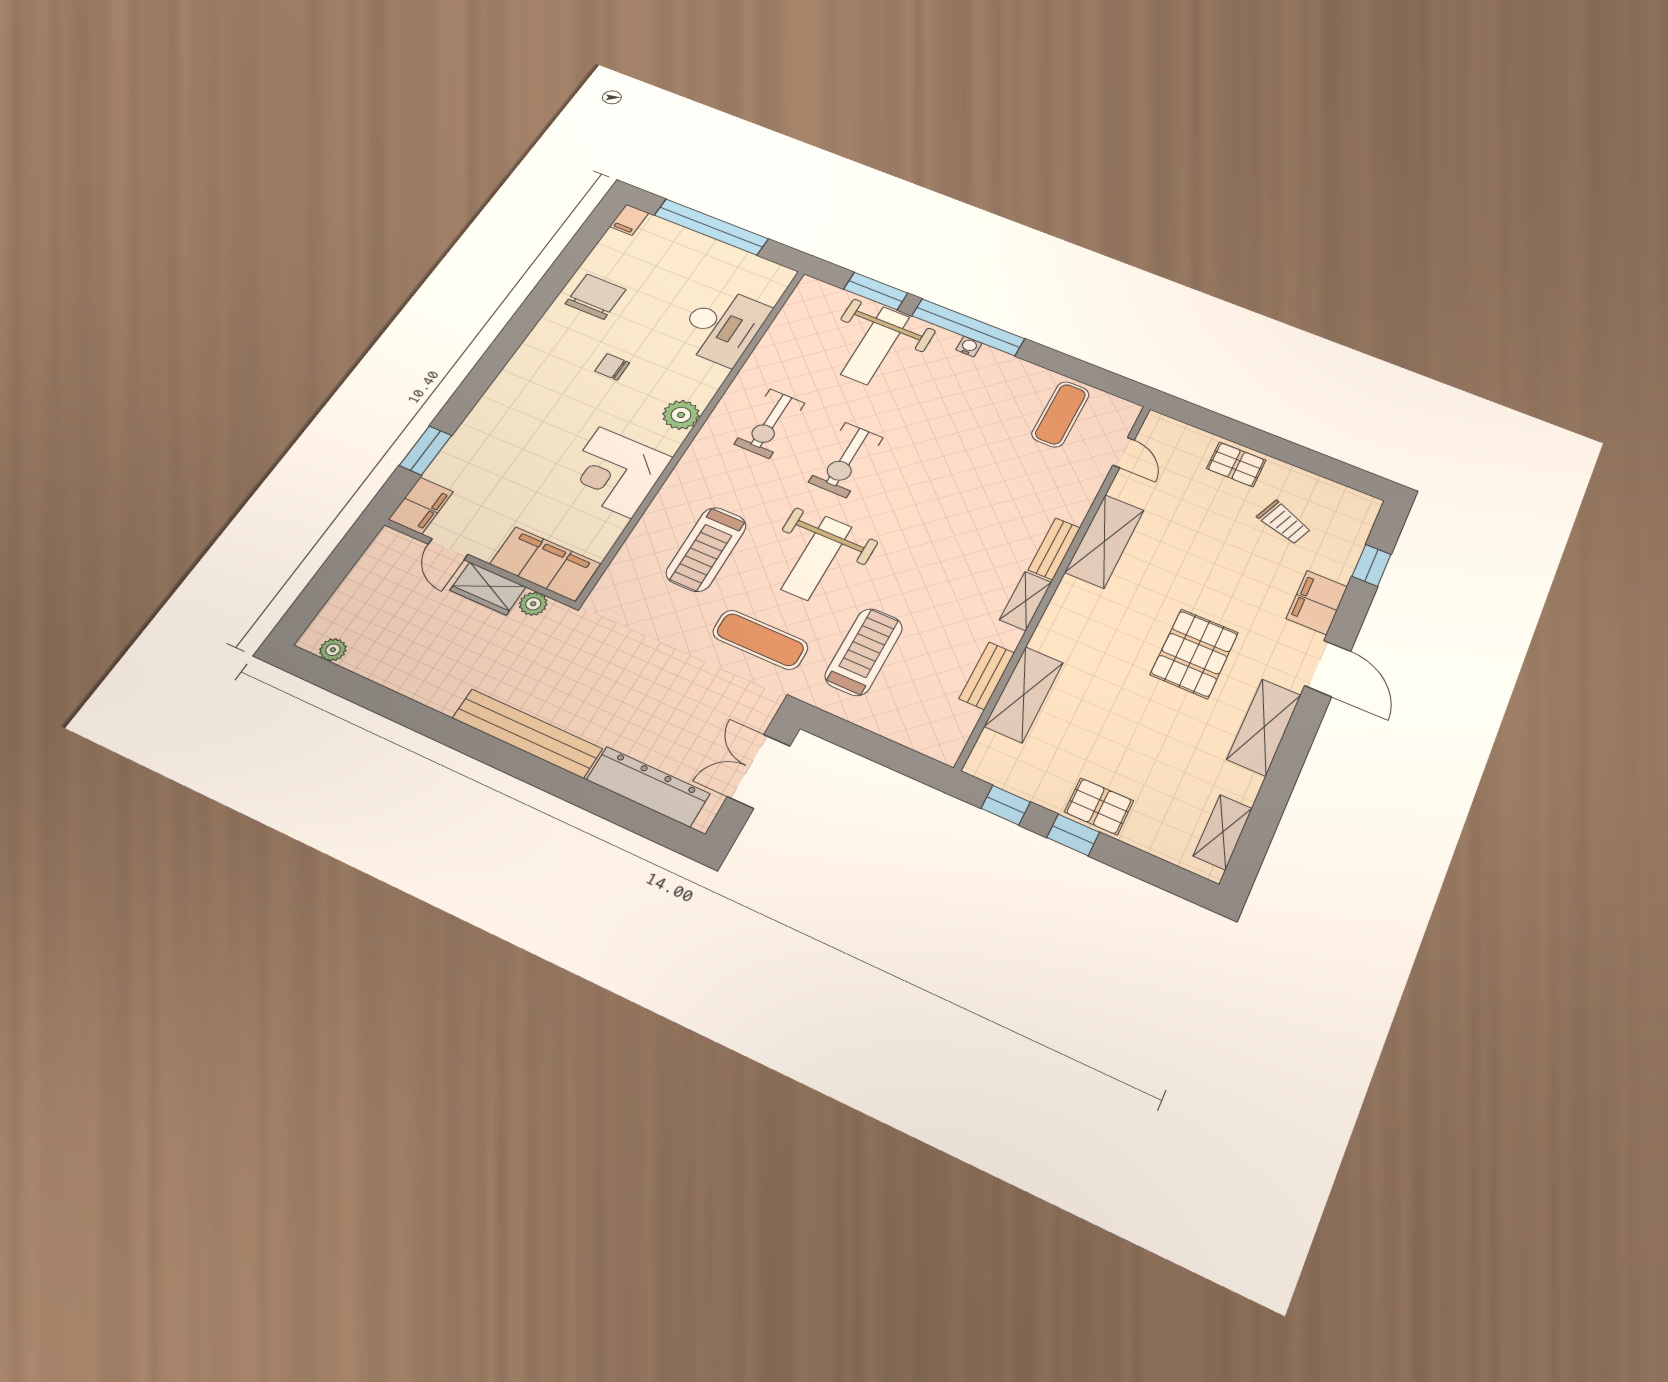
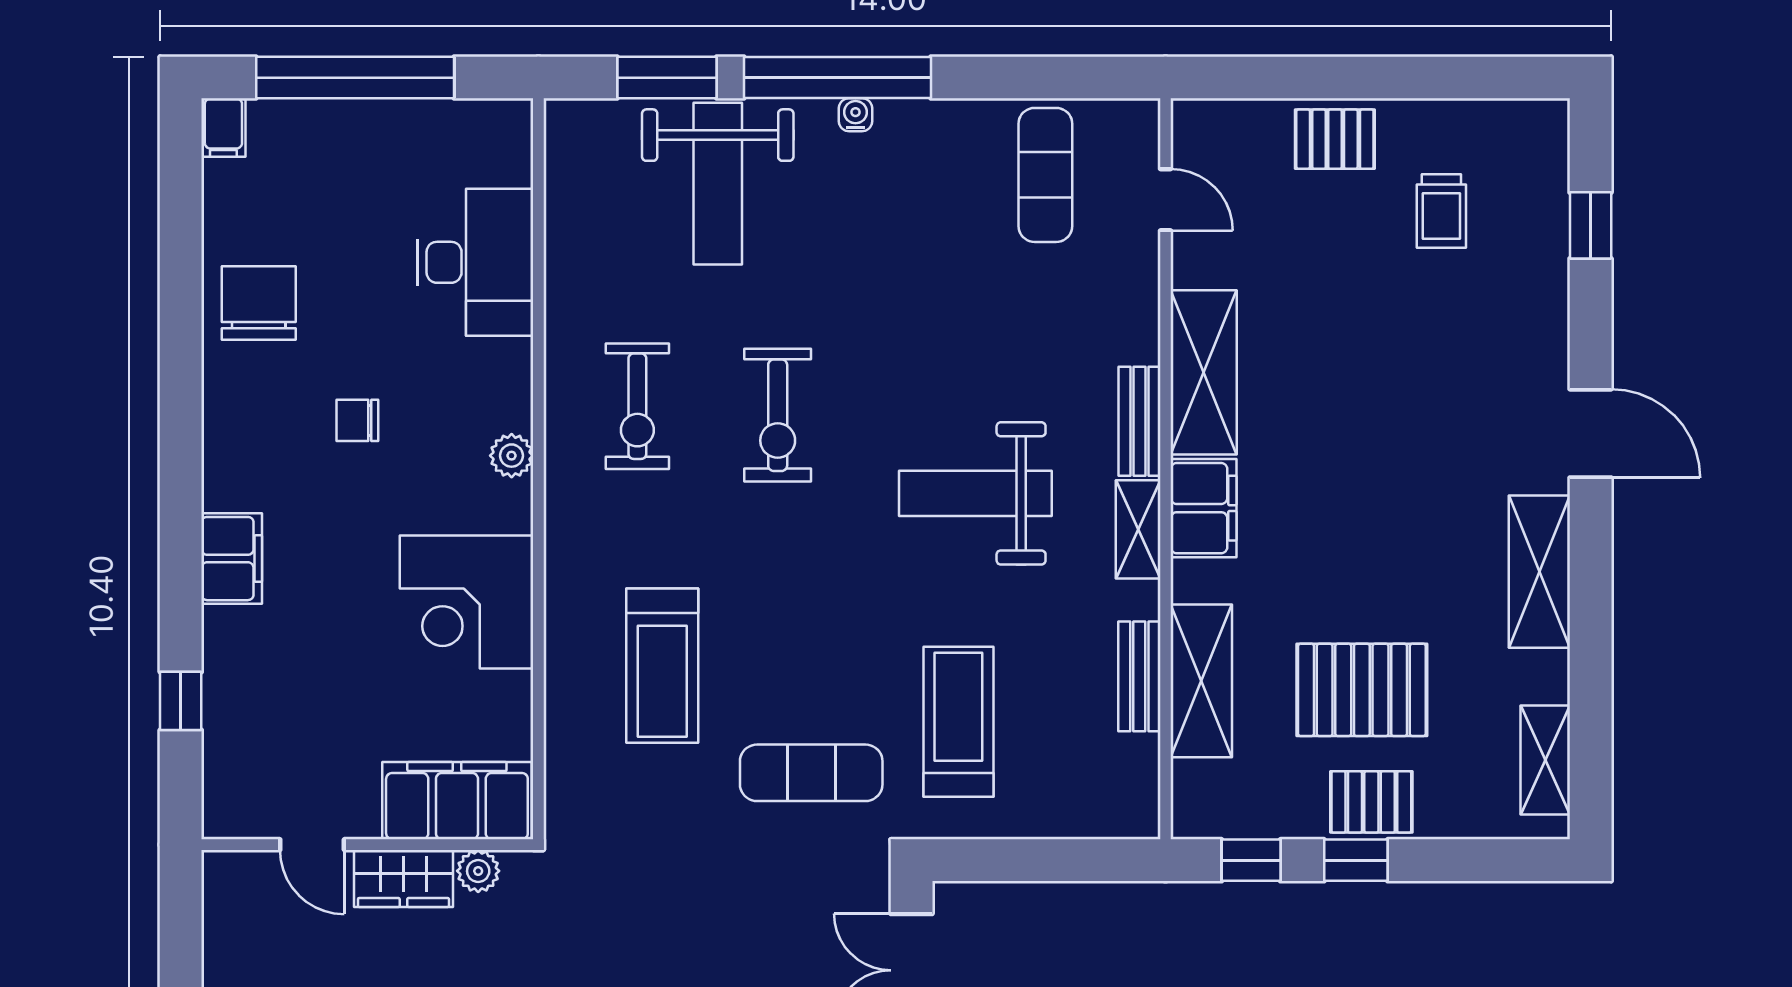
plant: (681, 415) -> (512, 456), width x0.73, depth x0.73
window: (425, 450) -> (181, 701), width x0.67
filing cabinet: (421, 506) -> (232, 559), moved
trolley: (1284, 522) -> (1441, 211), turned 69
weight bench: (817, 558) -> (975, 493), moved, turned 90
filing cabinet: (1317, 602) -> (1203, 508), moved, turned 180
pallet: (1194, 654) -> (1362, 690), moved, turned 90

